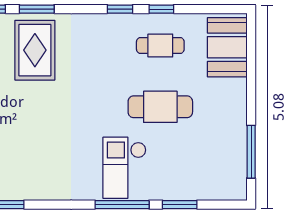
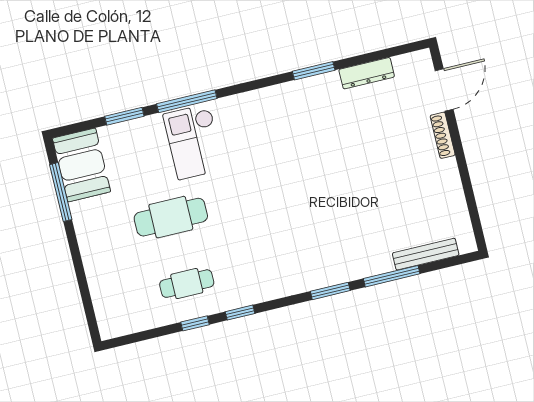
booth: (227, 47) -> (82, 165), moved
rug: (35, 50) -> (322, 246), removed
checkout: (124, 168) -> (194, 142), turned 180

